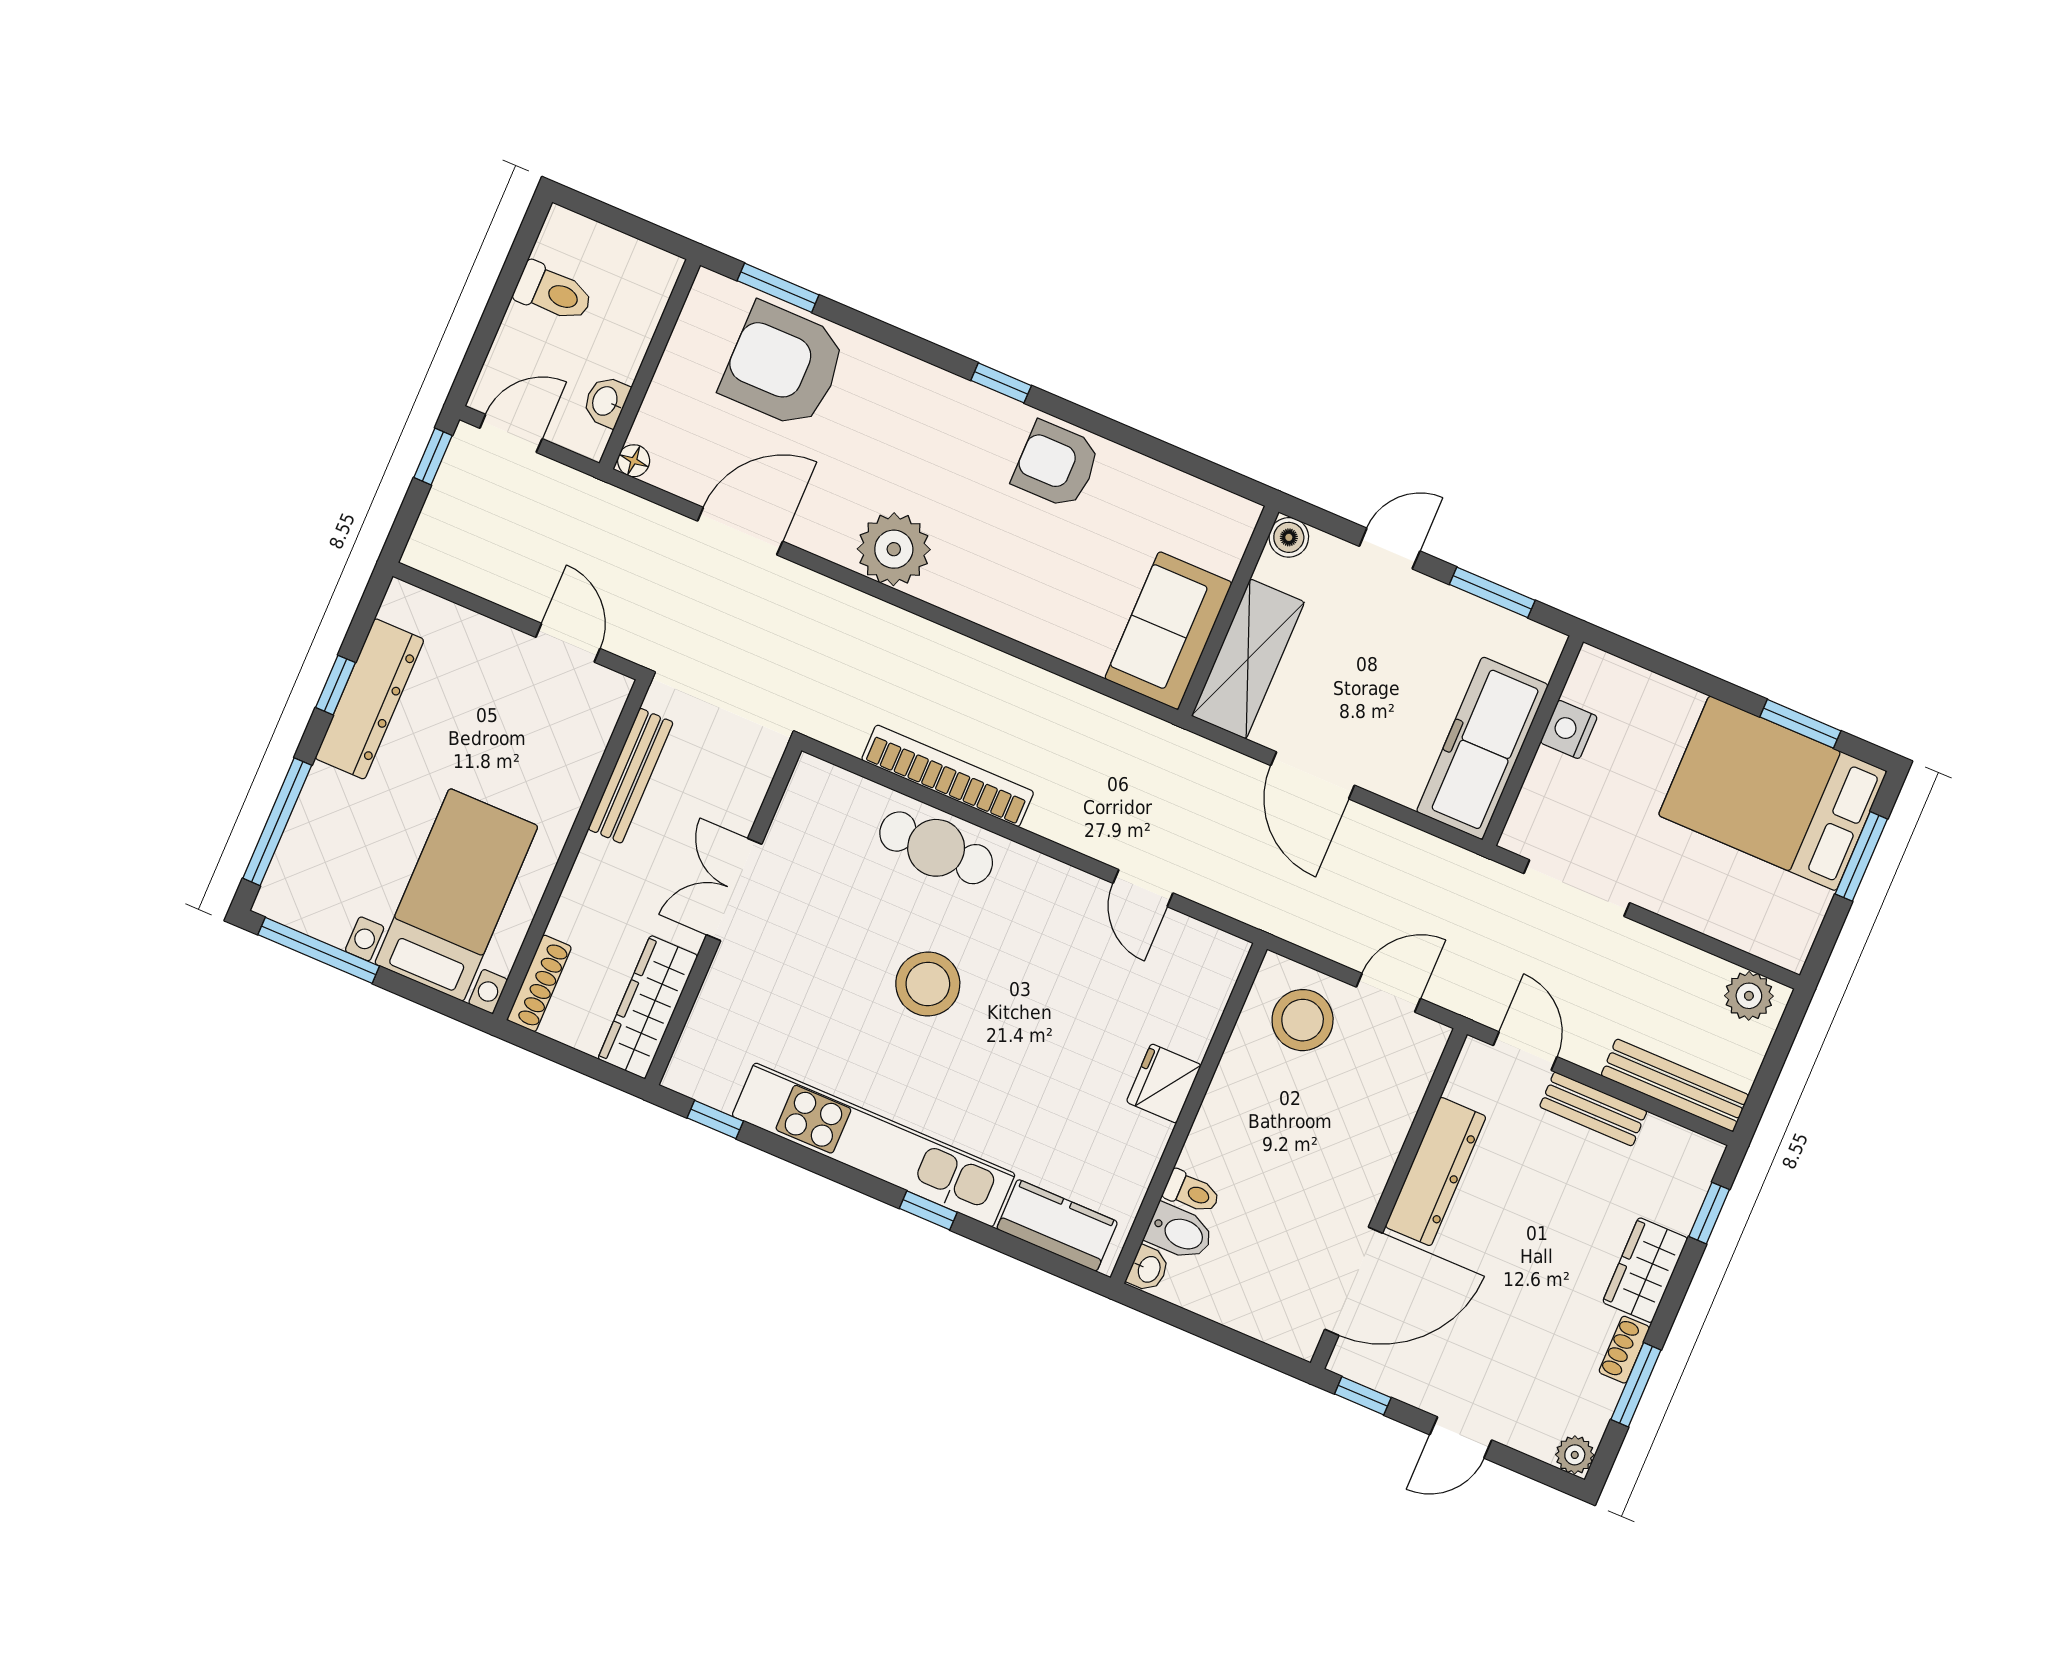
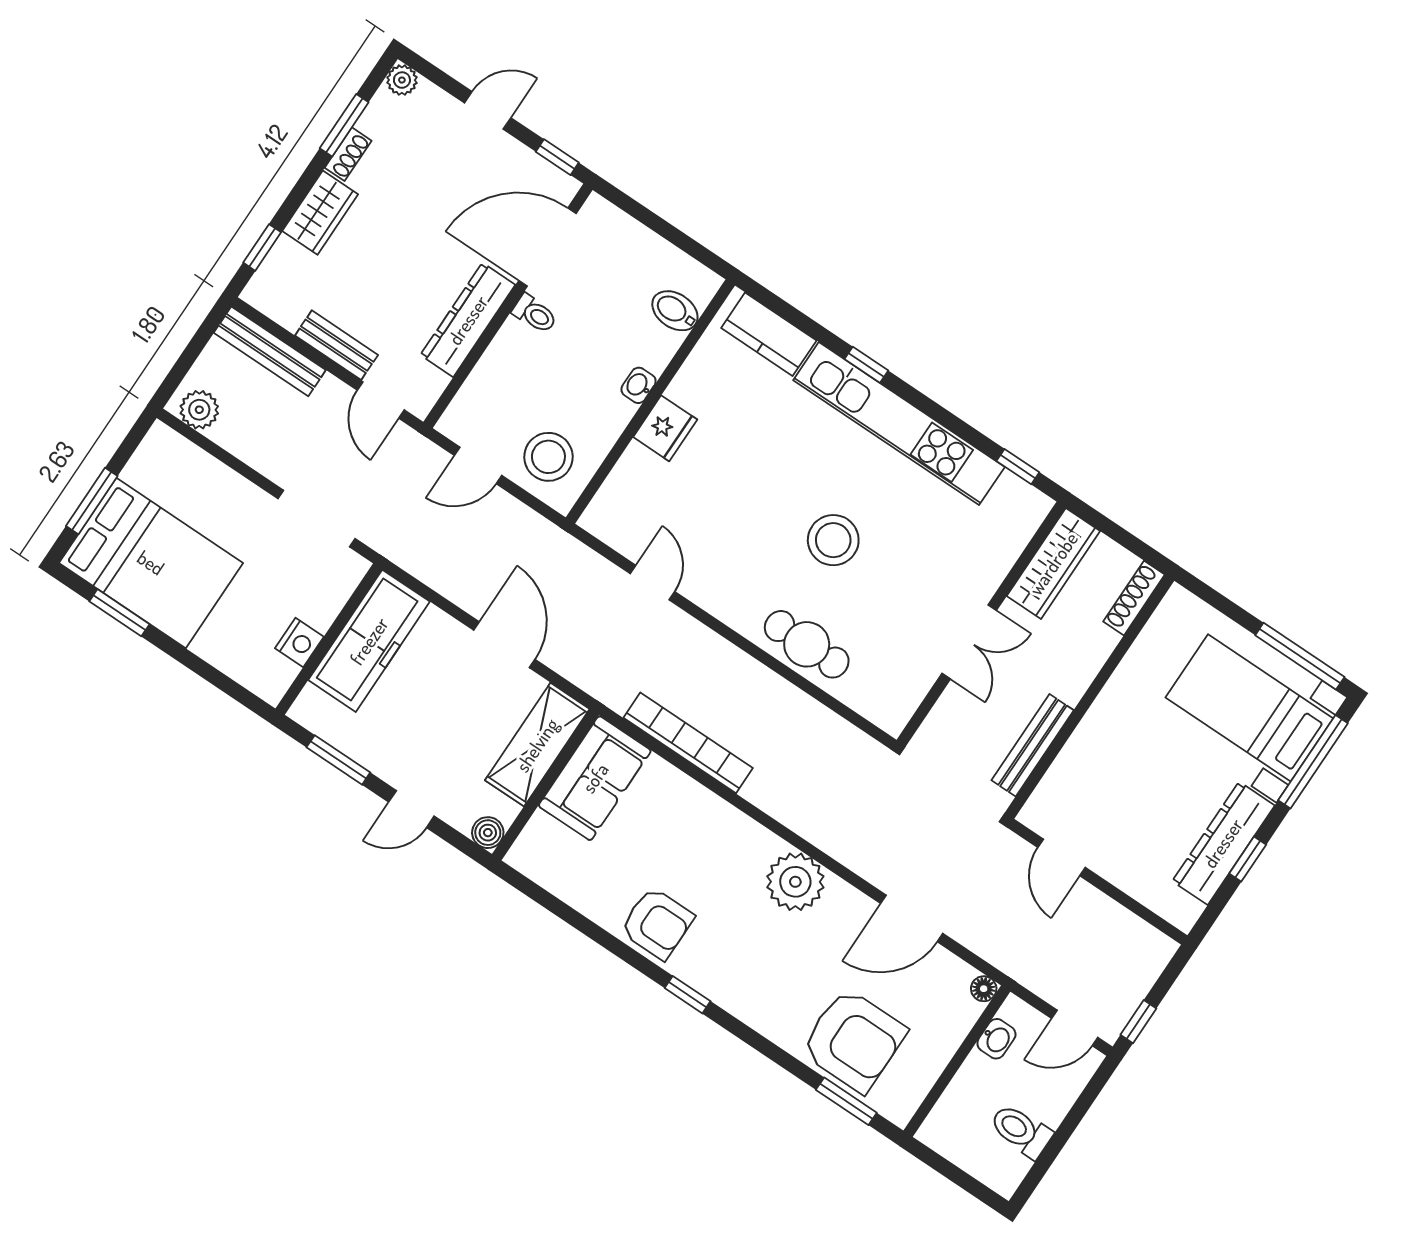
bookcase: (948, 776) -> (688, 743), moved, turned 180
bed with nightstands: (456, 895) -> (1249, 708), moved, turned 90
toilet: (1192, 1192) -> (535, 314), moved, turned 180
washbasin: (1148, 1269) -> (639, 385), moved

